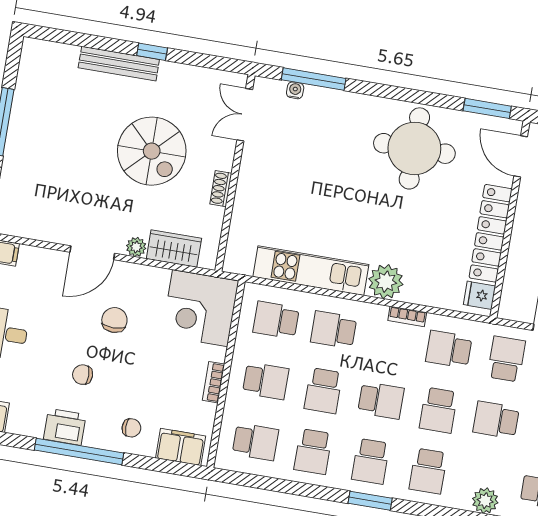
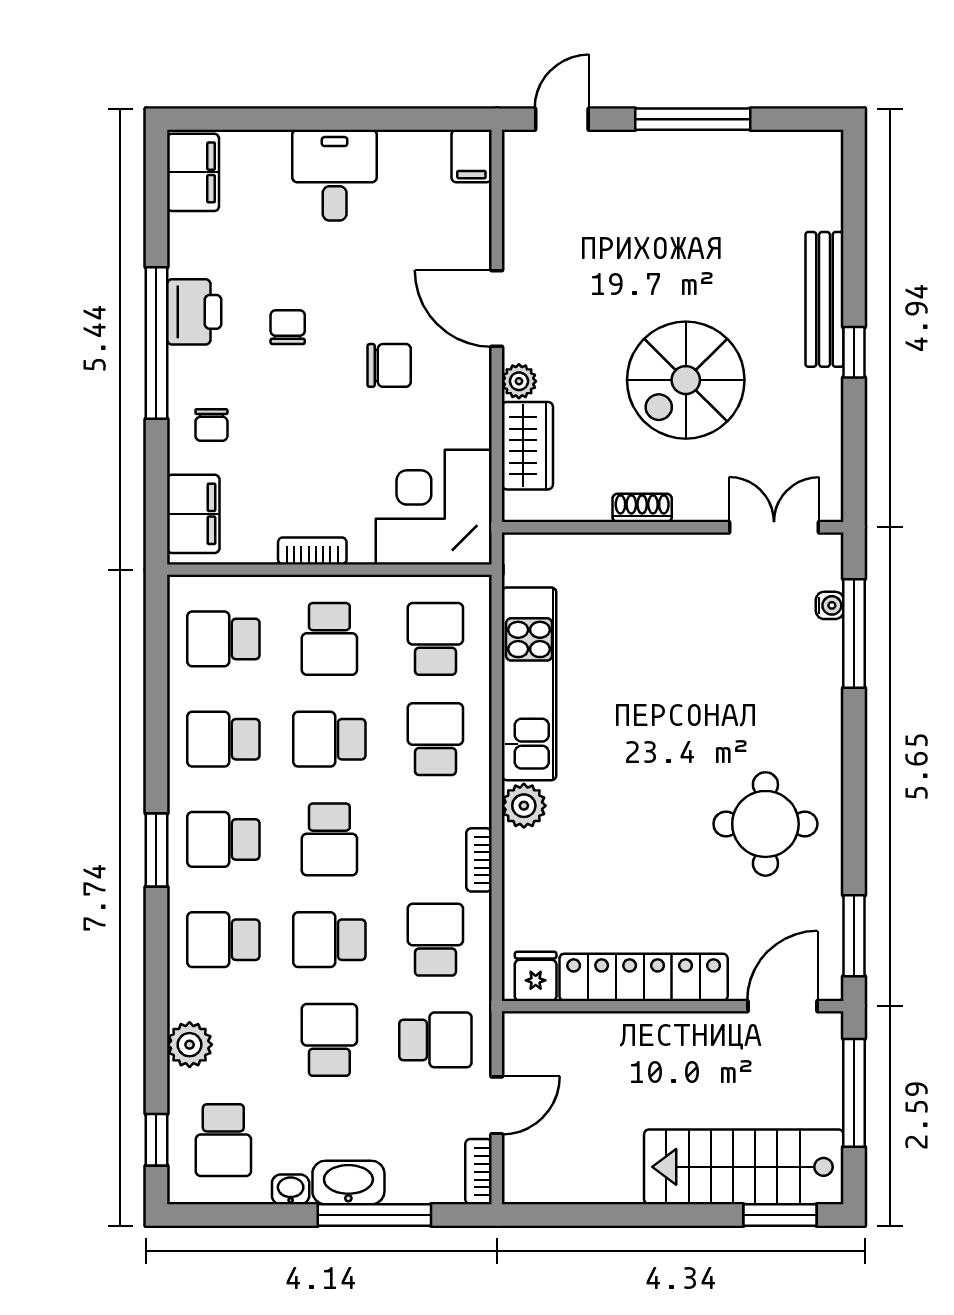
round table: (414, 148) -> (765, 824), width x0.73, depth x0.73
plant: (386, 282) -> (524, 806), width x0.73, depth x0.73
school desk: (255, 442) -> (223, 639), turned 90

